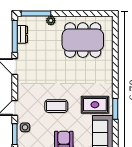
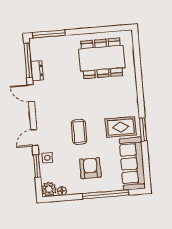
plant: (51, 21) -> (65, 40), removed
dresser: (22, 34) -> (37, 71), moved
coffee table: (56, 106) -> (79, 132), turned 90

